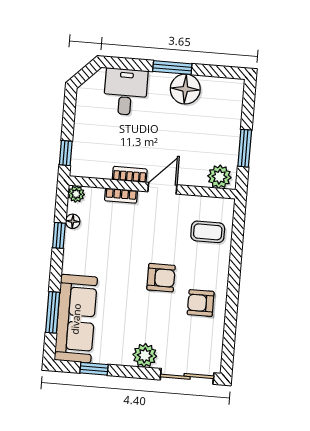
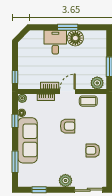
desk: (126, 92) -> (55, 42), moved
coffee table: (208, 232) -> (88, 101), moved
armchair: (161, 278) -> (68, 126), moved
sofa: (76, 319) -> (28, 140), moved

